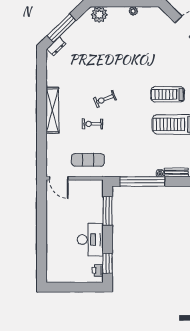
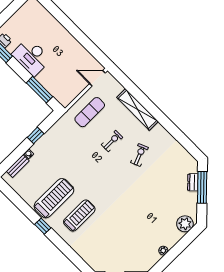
dresser: (56, 46) -> (193, 182), moved
exercise bike: (105, 99) -> (139, 155), moved
shelving: (52, 110) -> (137, 109), moved
window: (142, 181) -> (36, 135), width x0.32

